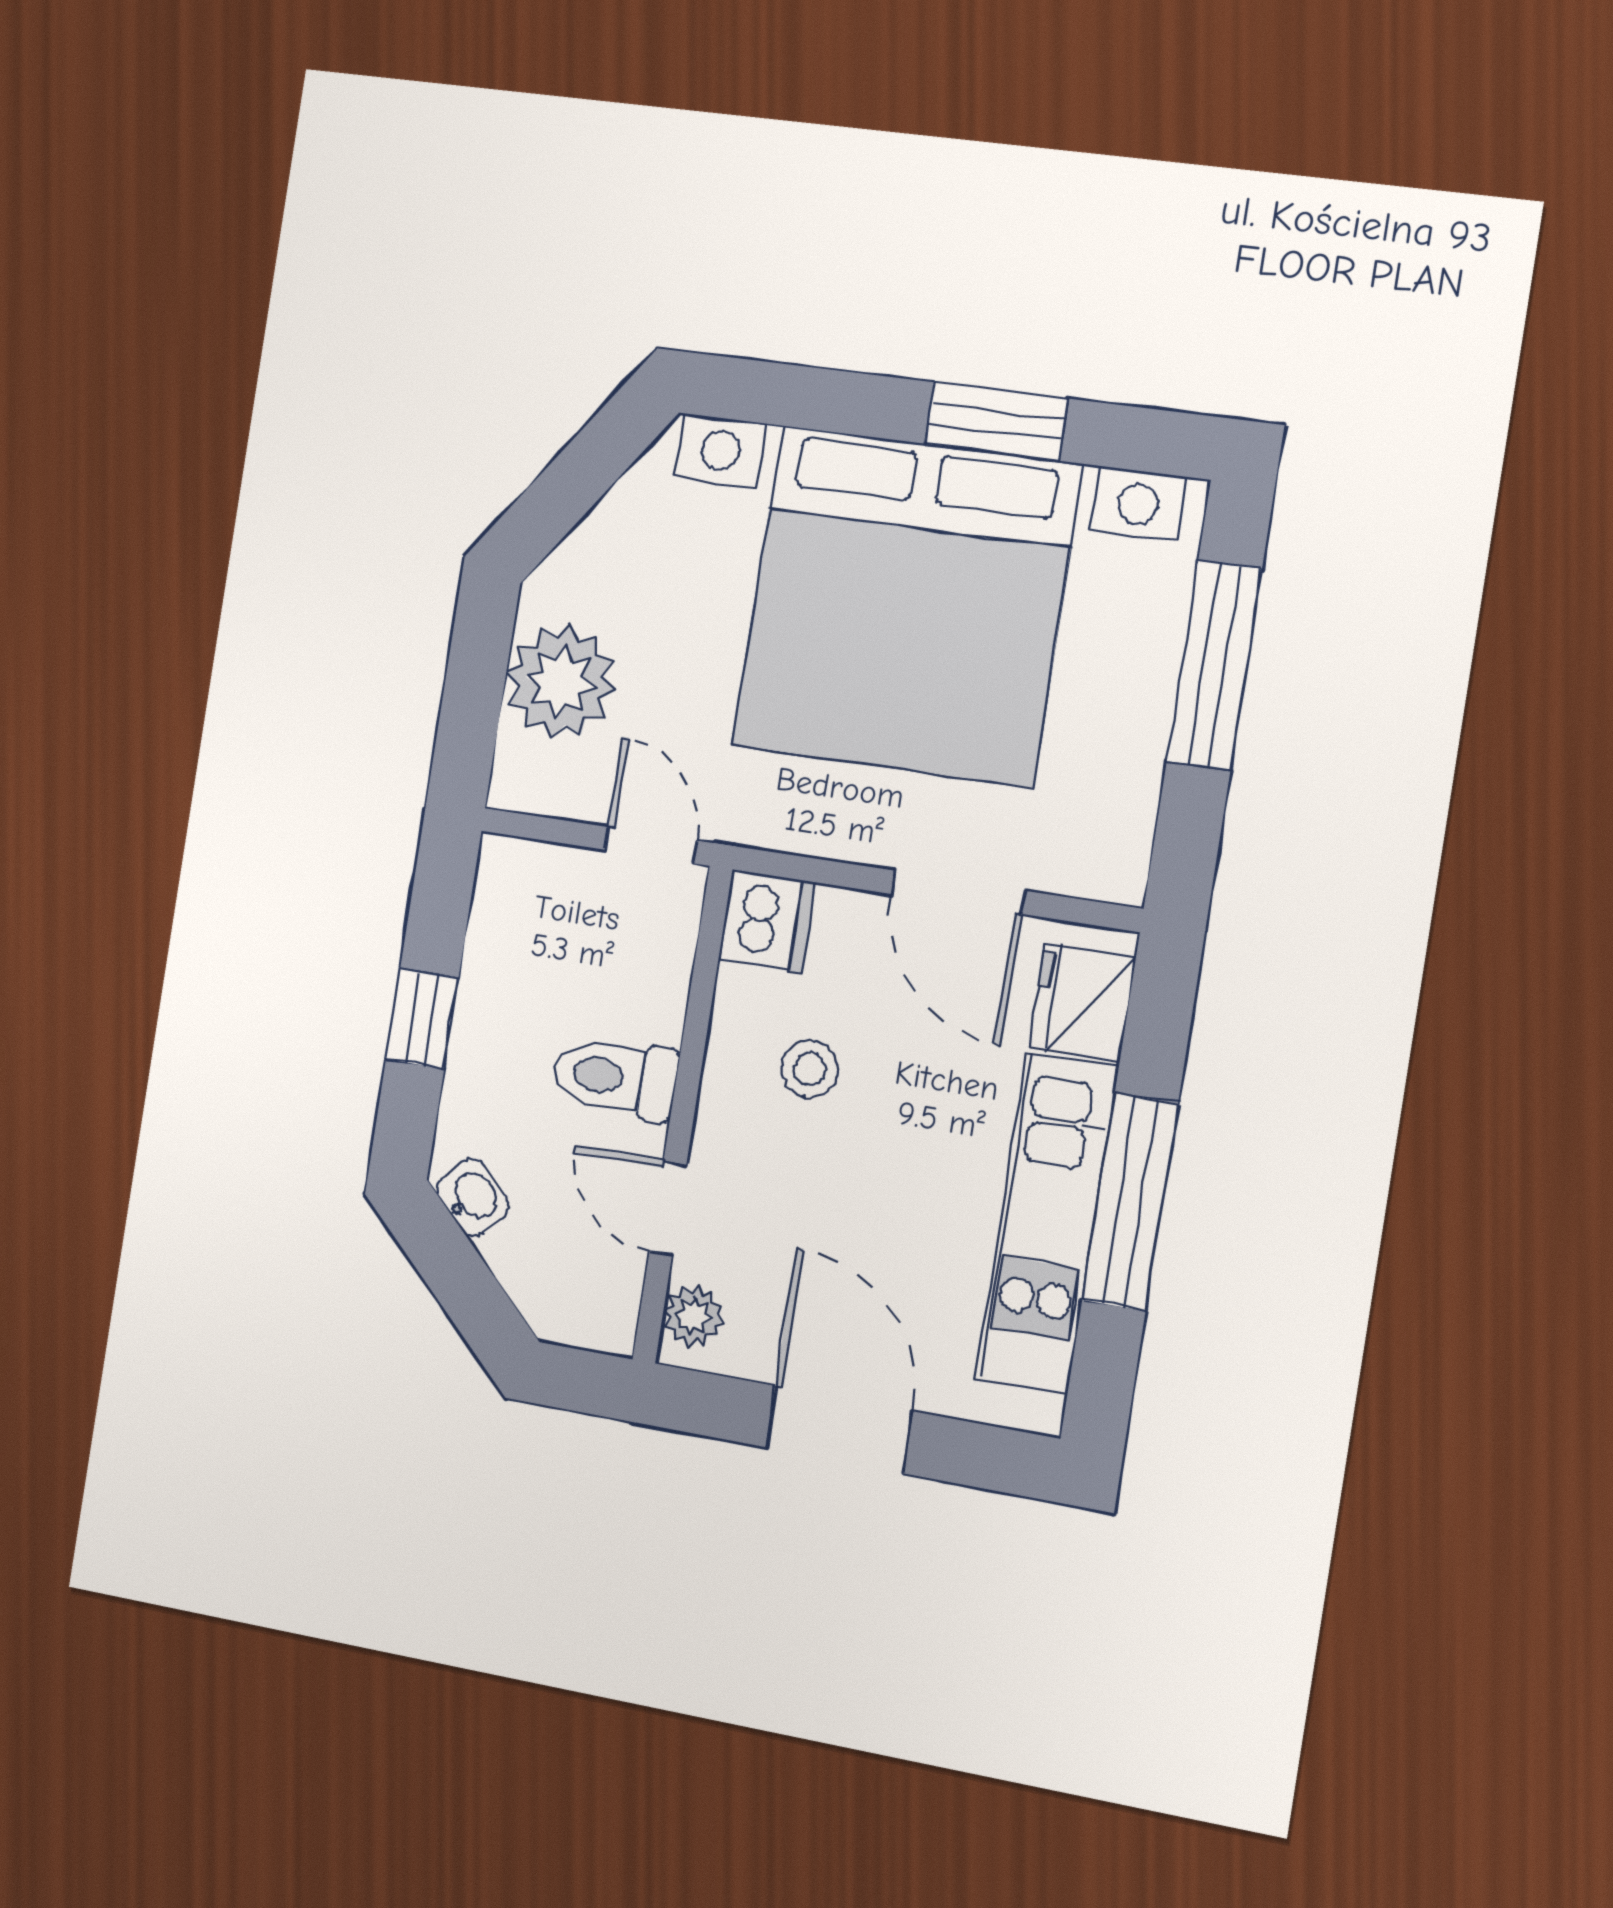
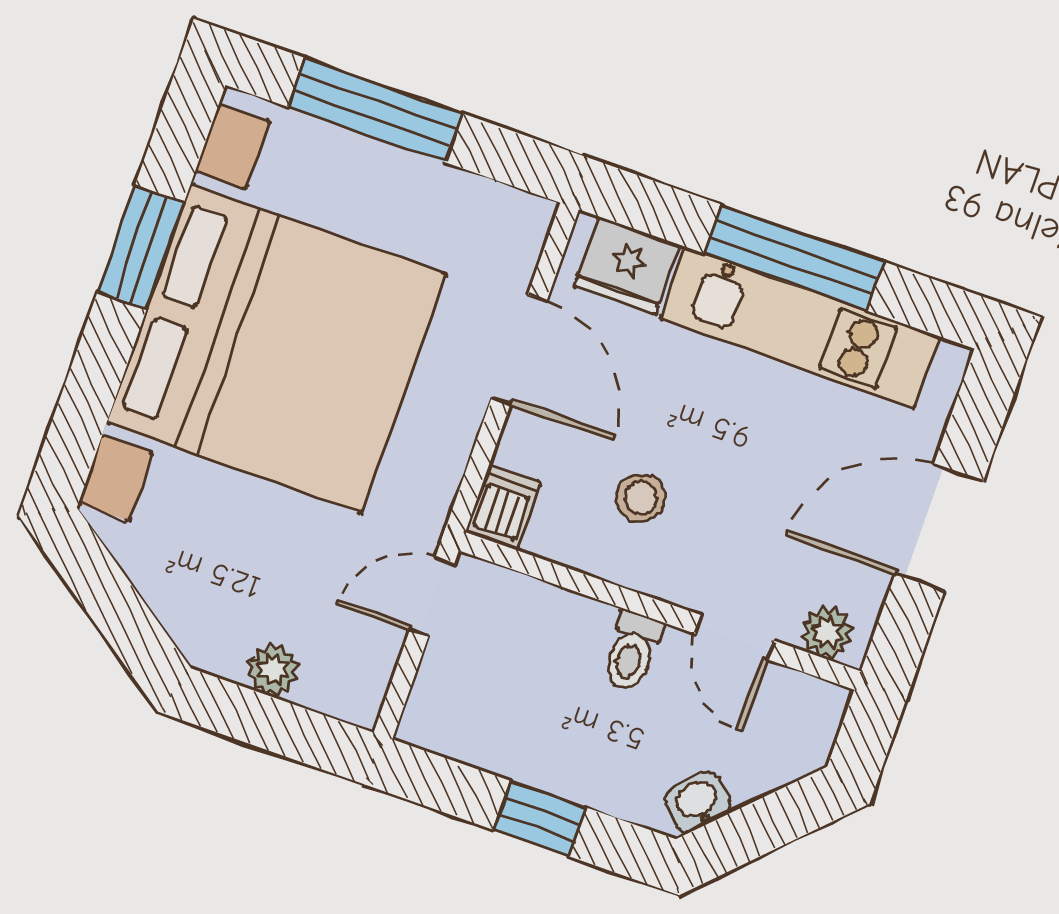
plant: (561, 682) -> (273, 670), width x0.53, depth x0.53
door: (958, 892) -> (519, 350), hinge flipped
dishwasher: (767, 921) -> (503, 507), width x0.73
toilet: (615, 1077) -> (632, 651), width x0.73, depth x0.72
door: (668, 1208) -> (735, 637), hinge flipped

